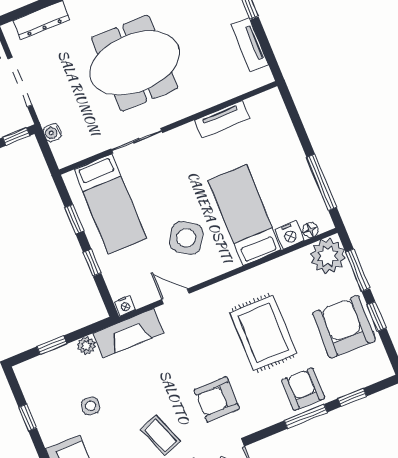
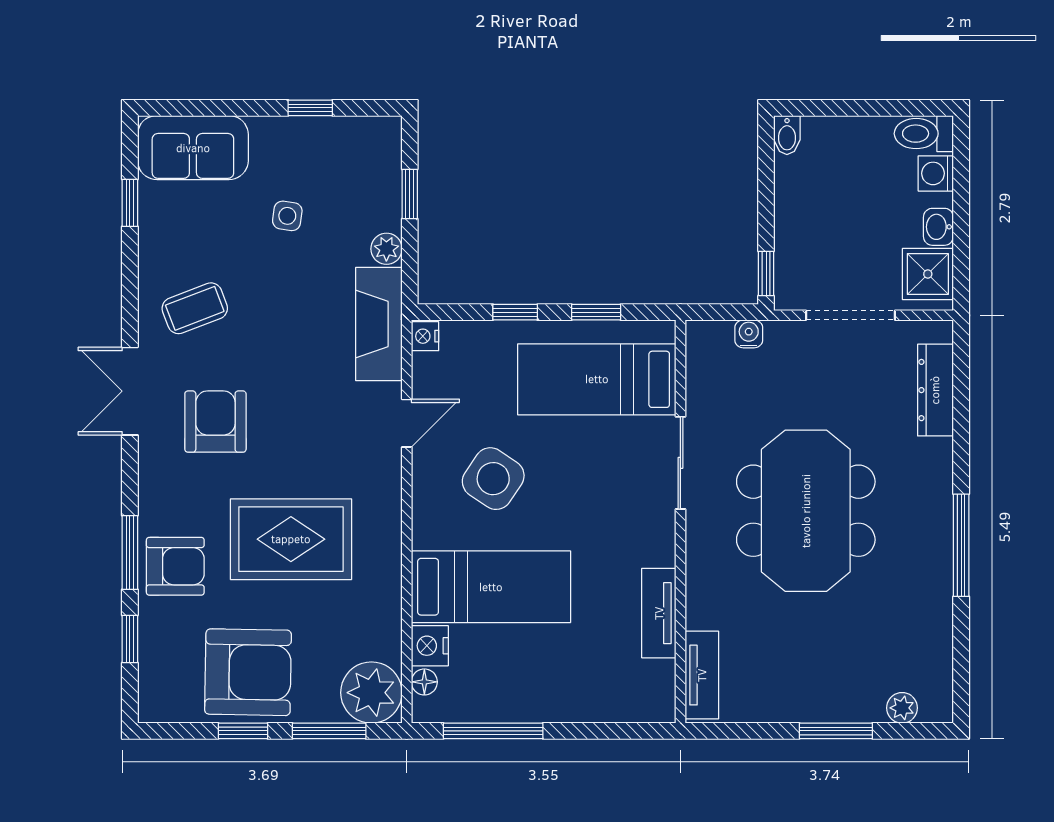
tv unit: (250, 45) -> (702, 675), moved, turned 90

